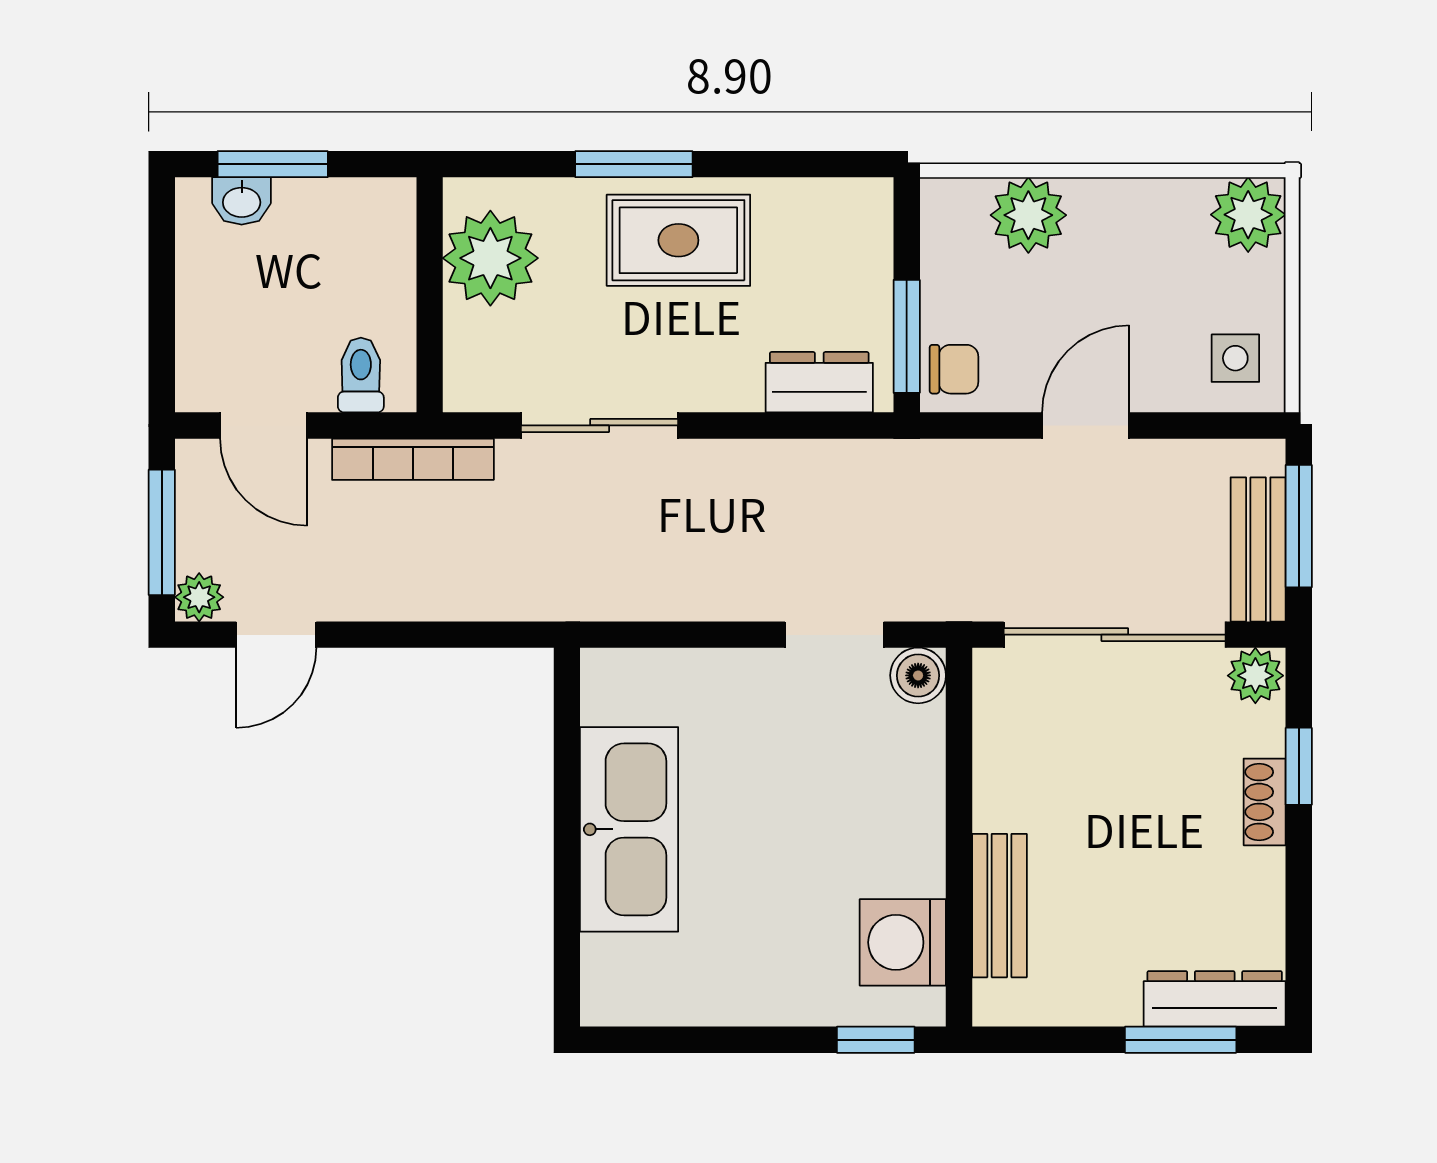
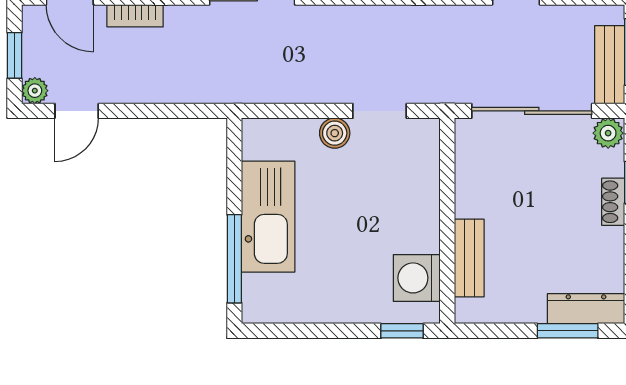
bookcase: (413, 459) -> (135, 16), width x0.64
window: (162, 532) -> (15, 55), width x0.67
boiler: (918, 675) -> (335, 133), moved
window: (567, 907) -> (234, 259), added

